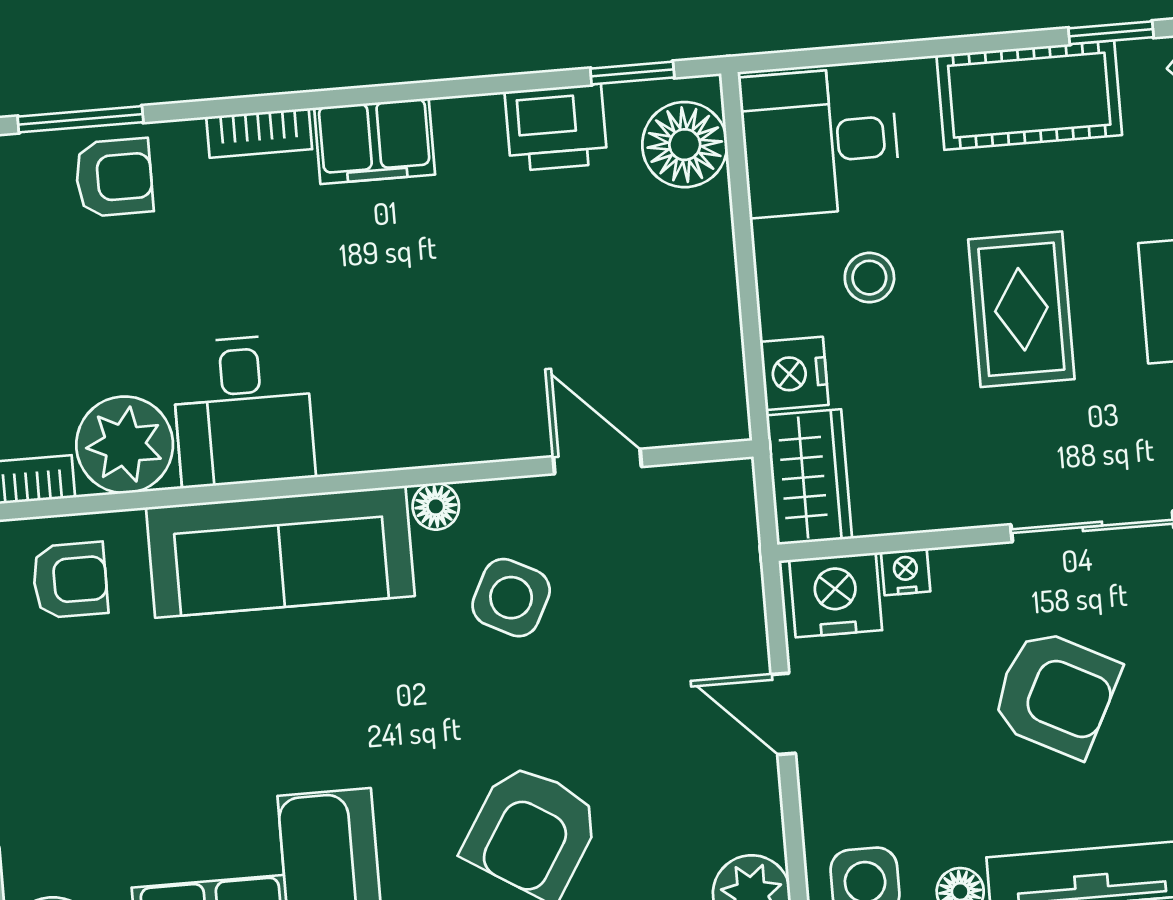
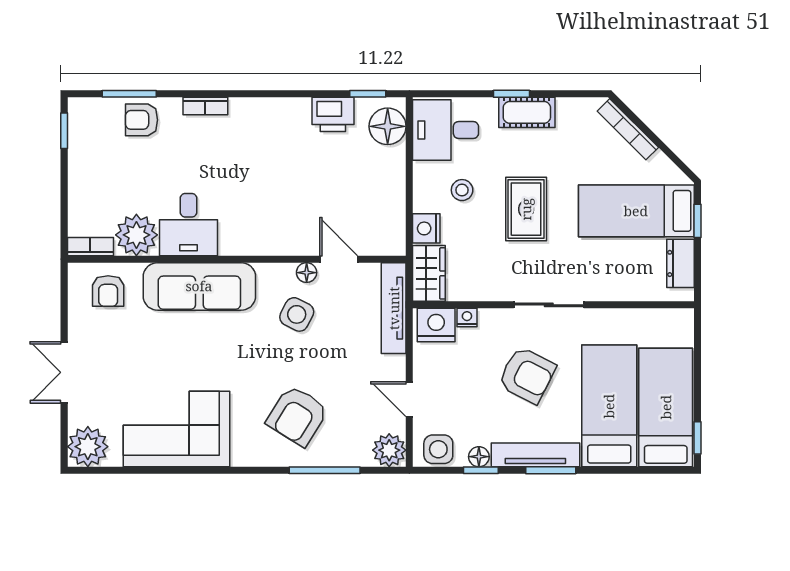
window: (1111, 33) -> (512, 94), moved
cot: (1029, 95) -> (527, 112), width x0.73, depth x0.75
filing cabinet: (375, 141) -> (255, 114), removed
armchair: (114, 177) -> (142, 120), turned 180
floor lamp: (436, 506) -> (307, 273), moved
tv unit: (734, 564) -> (394, 308), added
armchair: (70, 580) -> (108, 291), turned 90
door: (783, 714) -> (409, 399), moved

